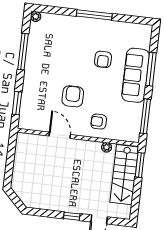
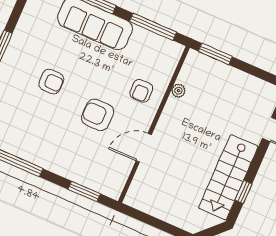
armchair: (103, 59) -> (51, 82), moved
stairs: (124, 175) -> (228, 177), moved, turned 90
window: (72, 216) -> (244, 192), moved

